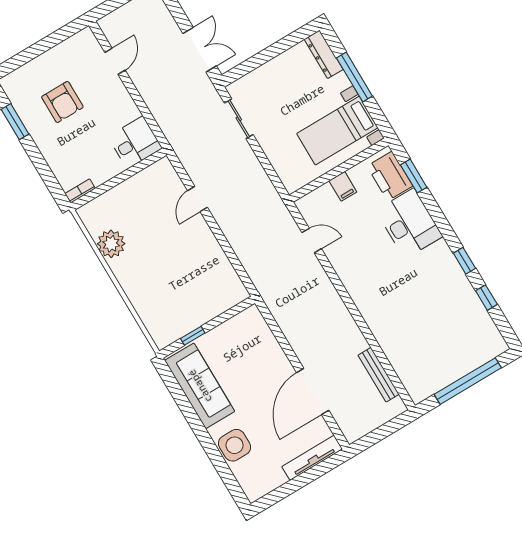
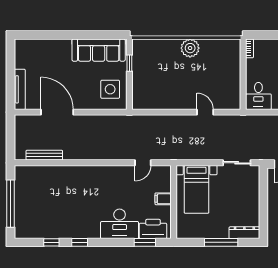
bed with nightstands: (337, 131) -> (197, 189), moved, turned 180
plant: (111, 244) -> (190, 48), moved
side table: (235, 445) -> (110, 89), moved

